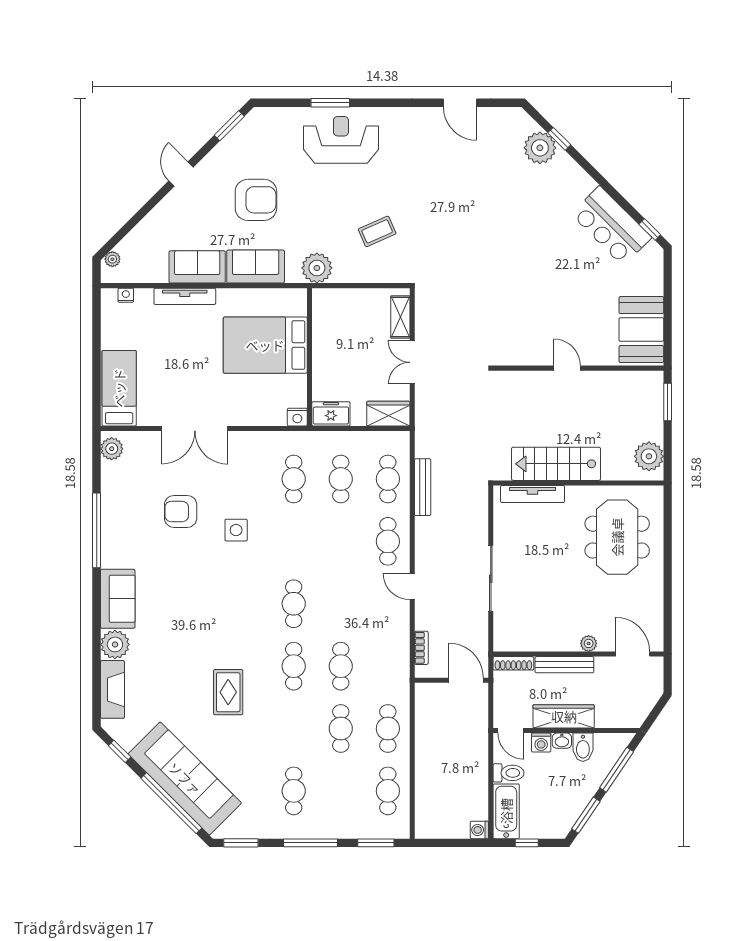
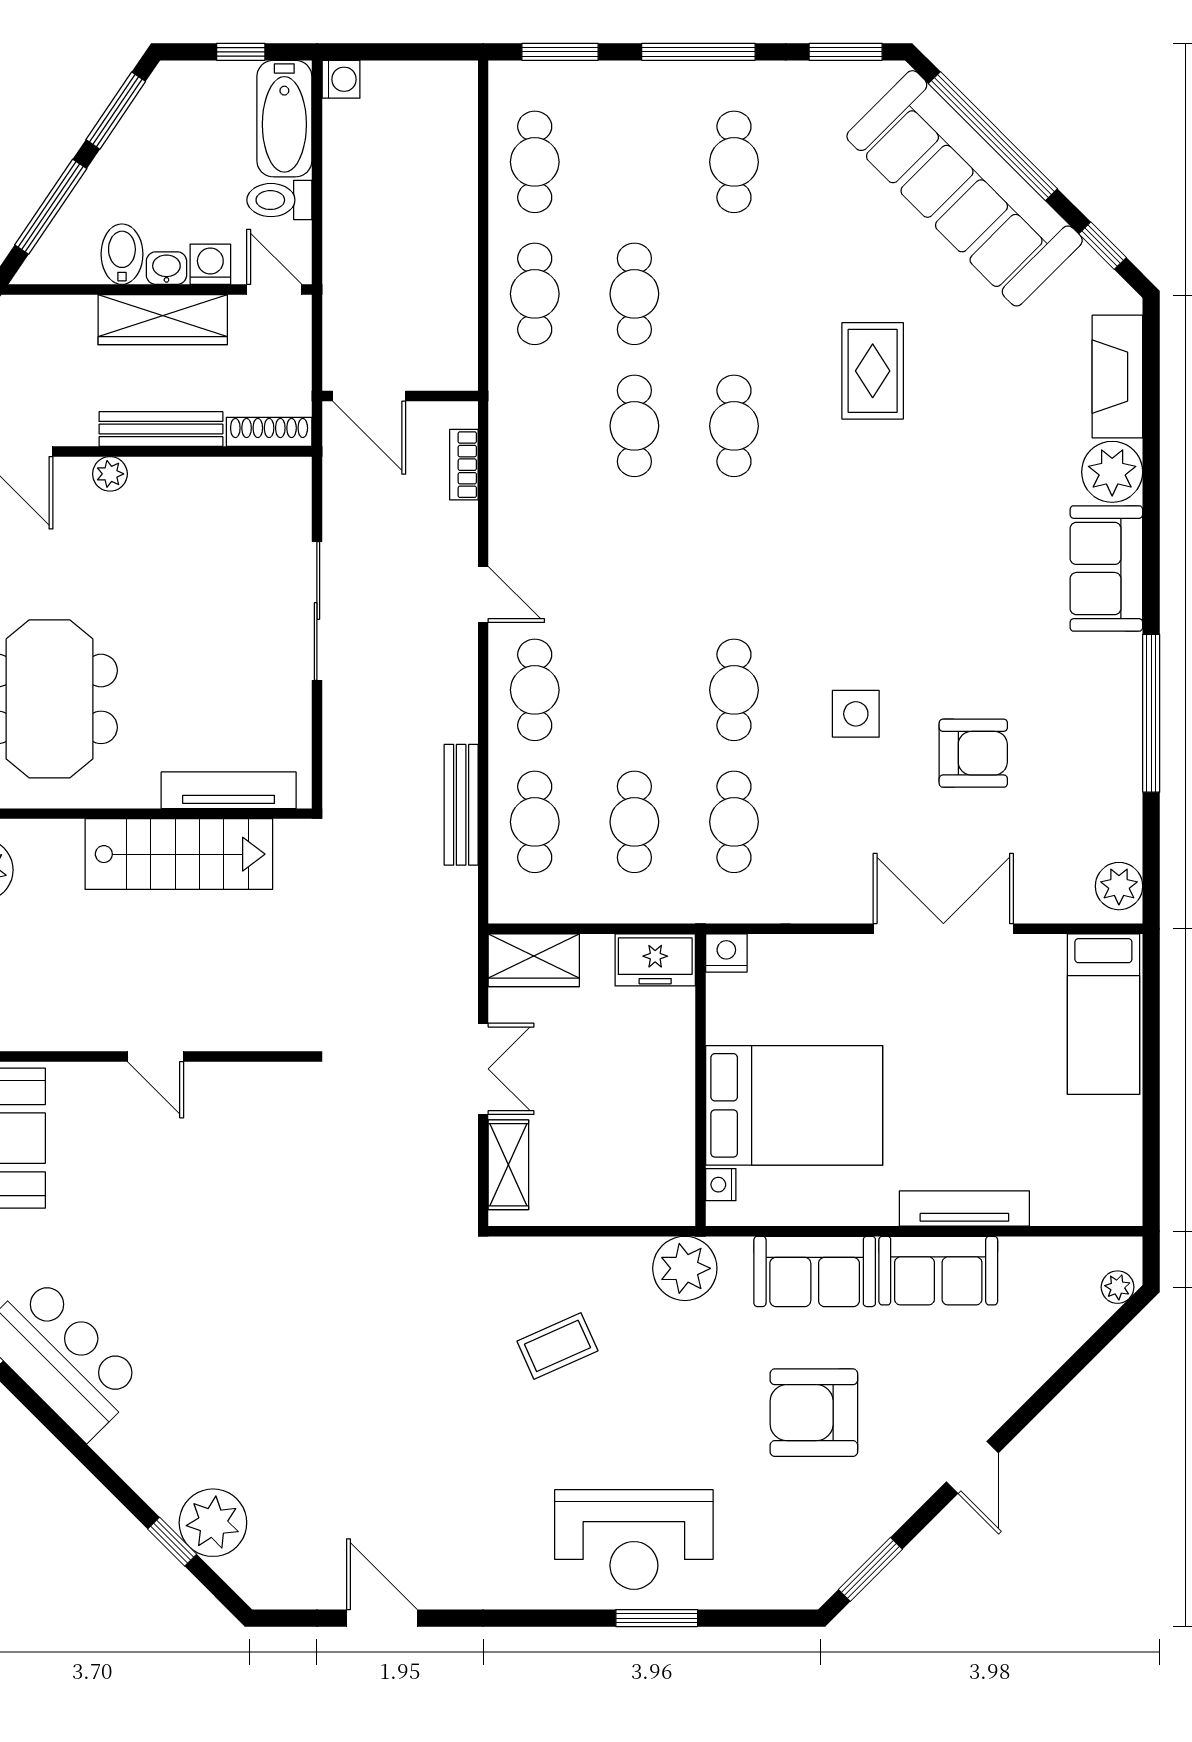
nightstand: (126, 295) -> (721, 1185), moved, turned 90
cafe table: (294, 604) -> (734, 690), moved

